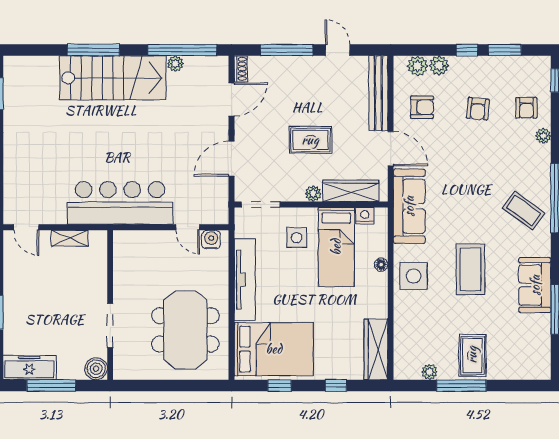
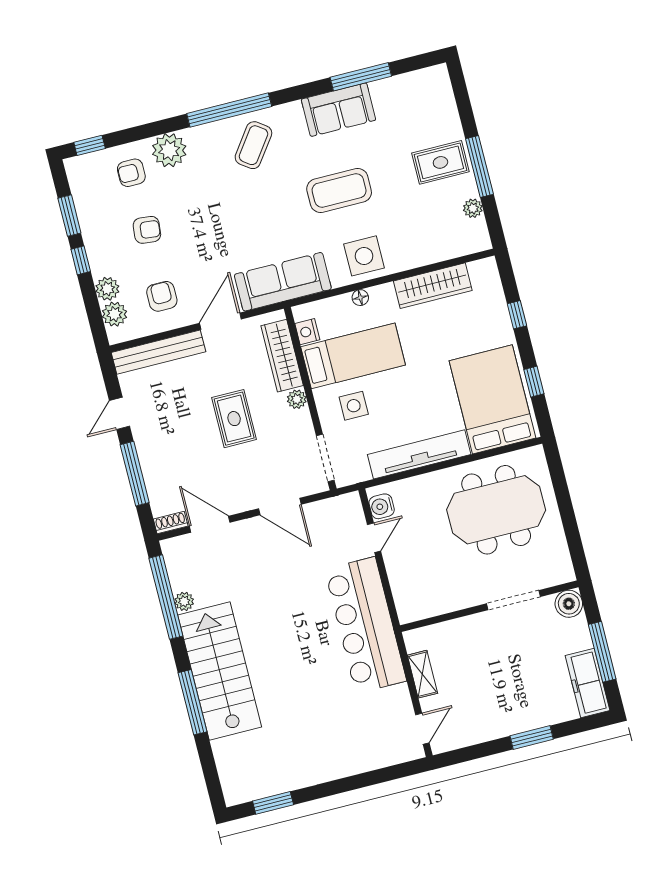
armchair: (526, 108) -> (131, 173), turned 180
plant: (543, 136) -> (169, 150), width x1.87, depth x1.87
wardrobe: (376, 349) -> (433, 286), moved

